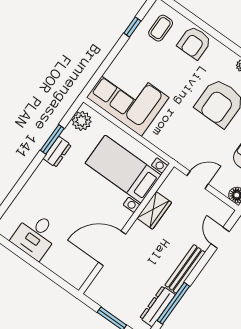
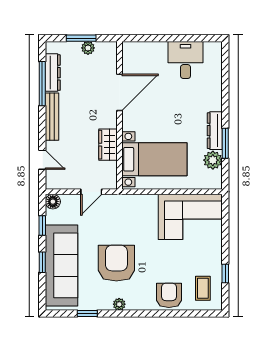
plant: (82, 121) -> (213, 160), moved
dresser: (57, 152) -> (215, 131), width x1.44
plant: (112, 306) -> (88, 48), added

